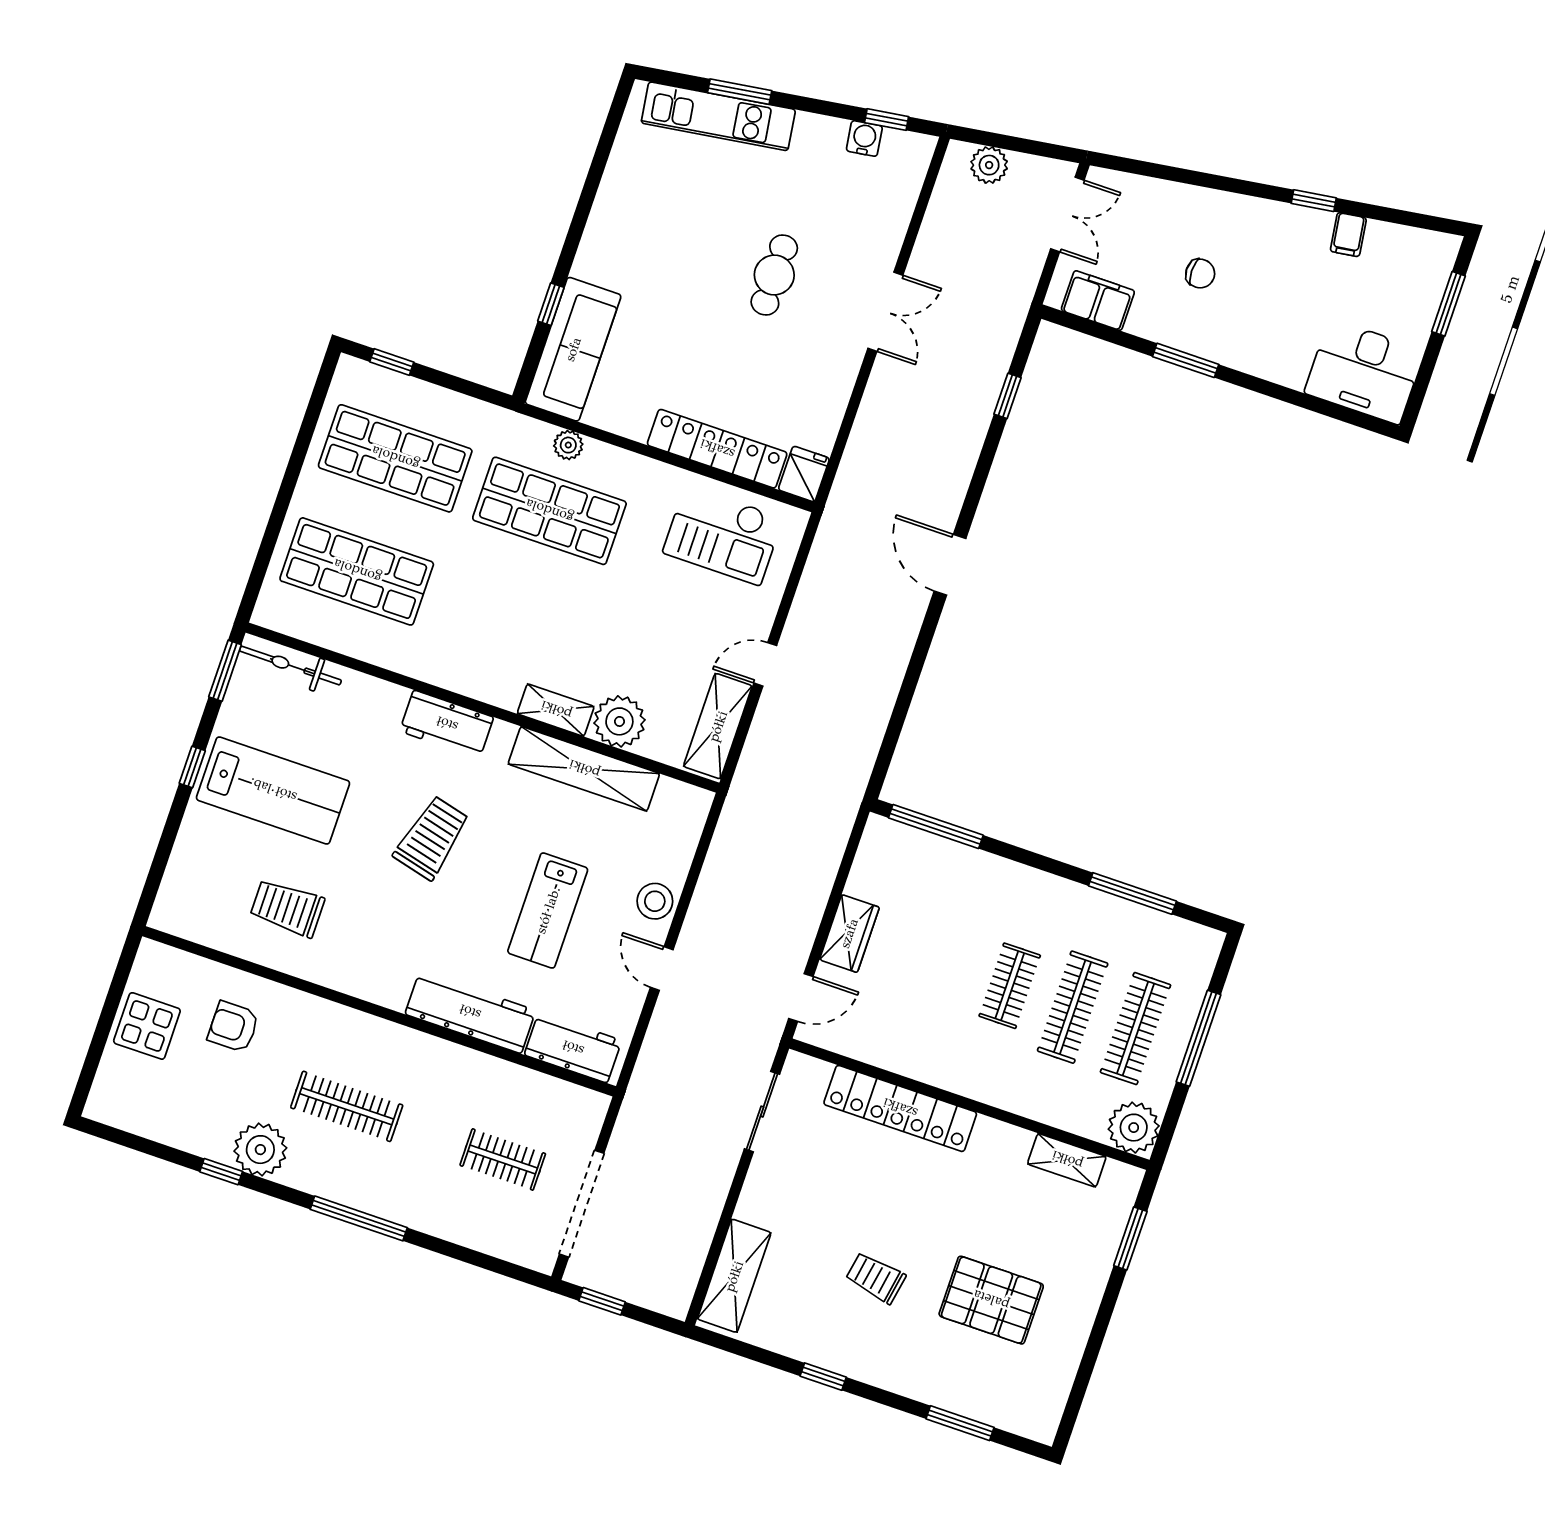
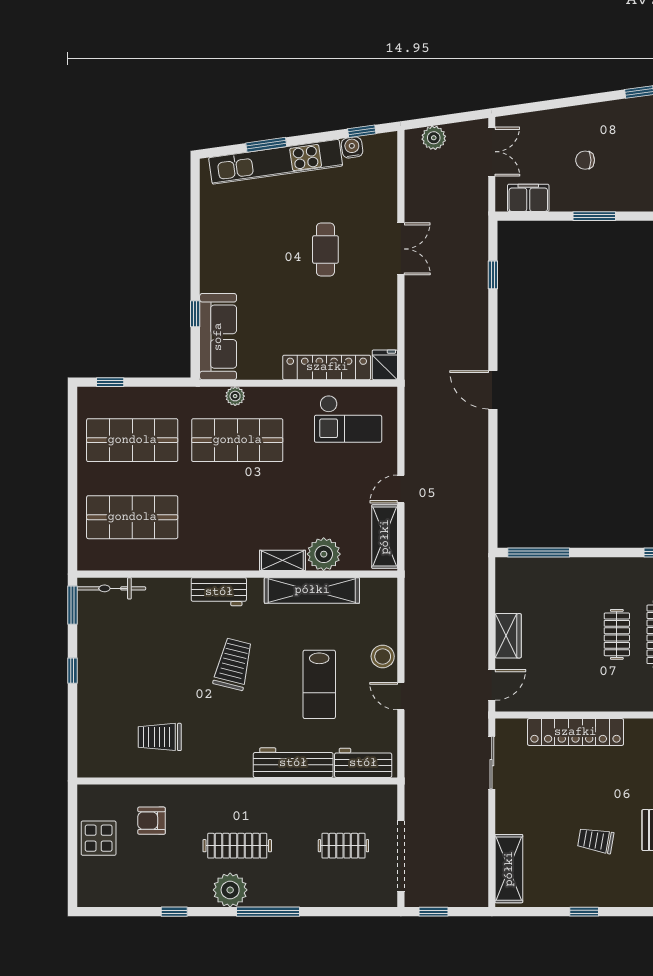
kitchen unit: (718, 116) -> (276, 162), width x1.36
chair: (1200, 274) -> (585, 160), turned 180
lab bench: (273, 790) -> (127, 668), removed
plant: (260, 1150) -> (230, 890), moved

